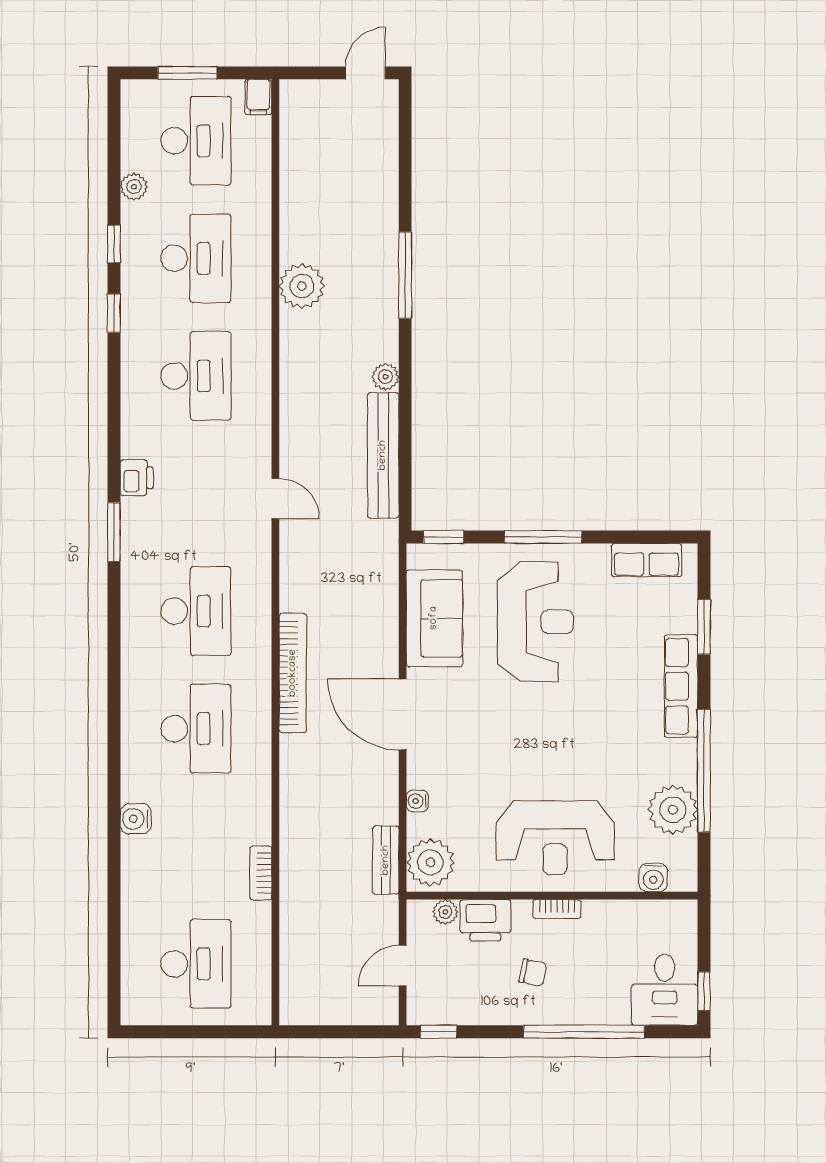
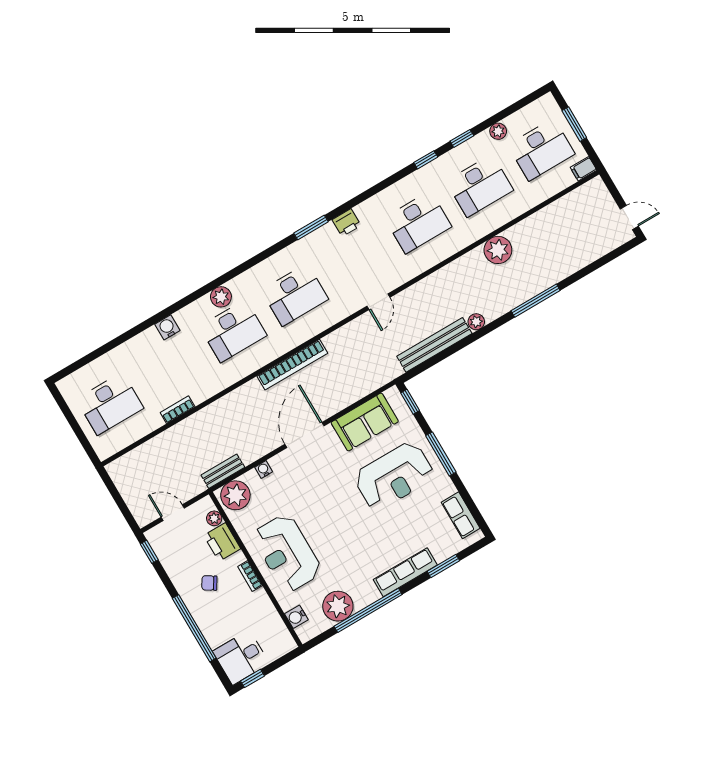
plant: (137, 717) -> (221, 297), added
chair: (533, 973) -> (209, 583), turned 110

